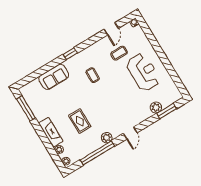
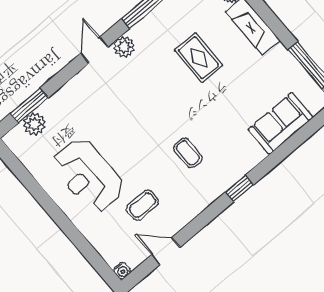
door: (111, 29) -> (166, 251), hinge flipped
sofa: (54, 77) -> (281, 123), moved
plant: (156, 107) -> (34, 124), moved
plant: (107, 138) -> (124, 47), moved

